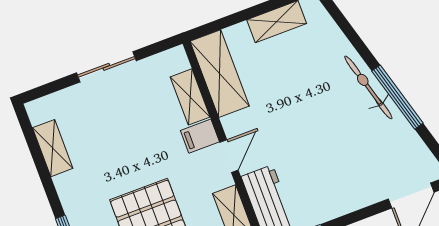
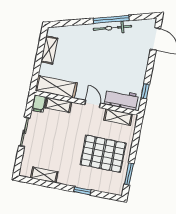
bicycle: (368, 87) -> (112, 28), moved
filing cabinet: (200, 136) -> (39, 103), moved

